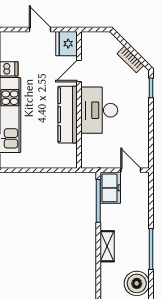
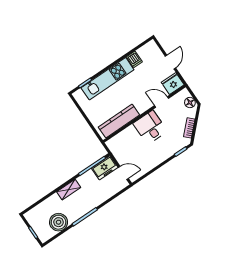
floor lamp: (102, 39) -> (190, 102), added
desk: (99, 110) -> (150, 127), width x0.73
kitchen counter: (68, 115) -> (119, 121), moved
door: (131, 170) -> (123, 173), hinge flipped

